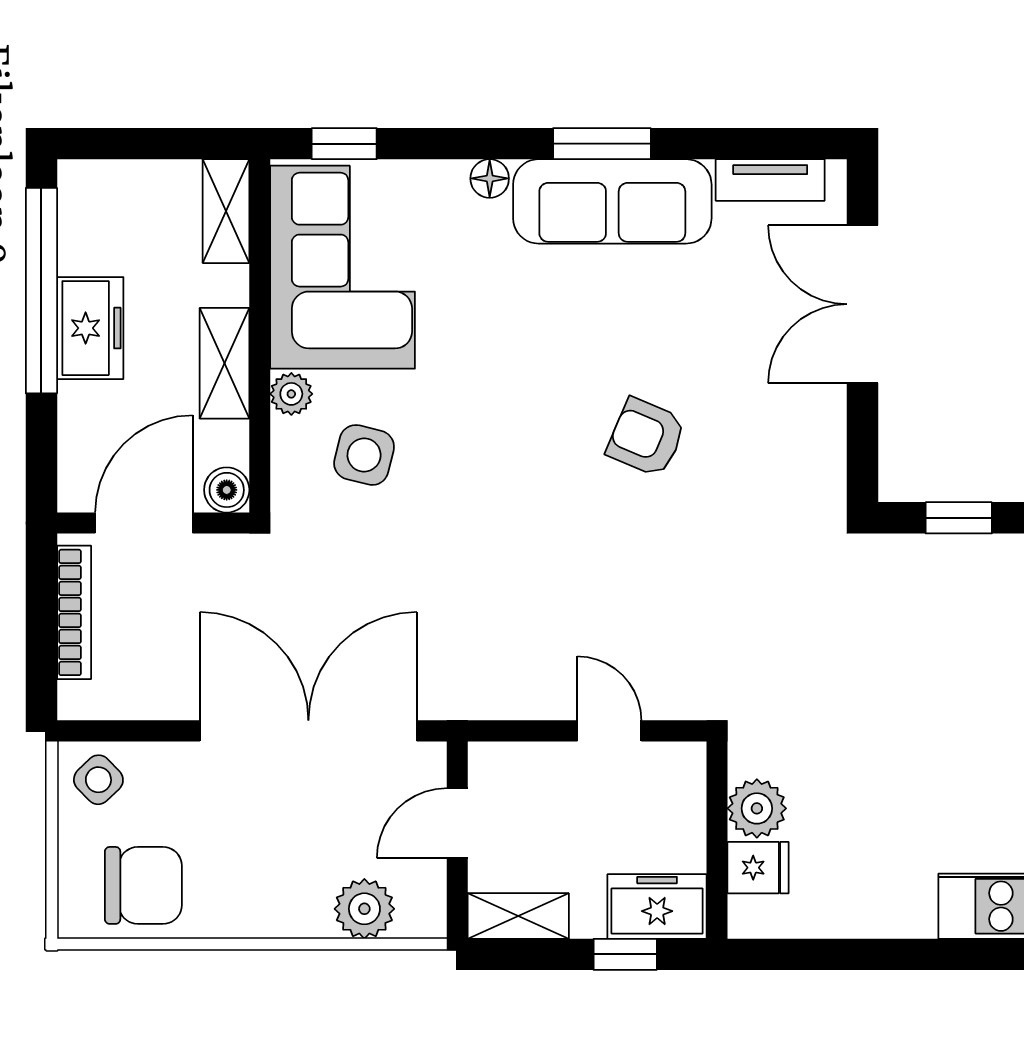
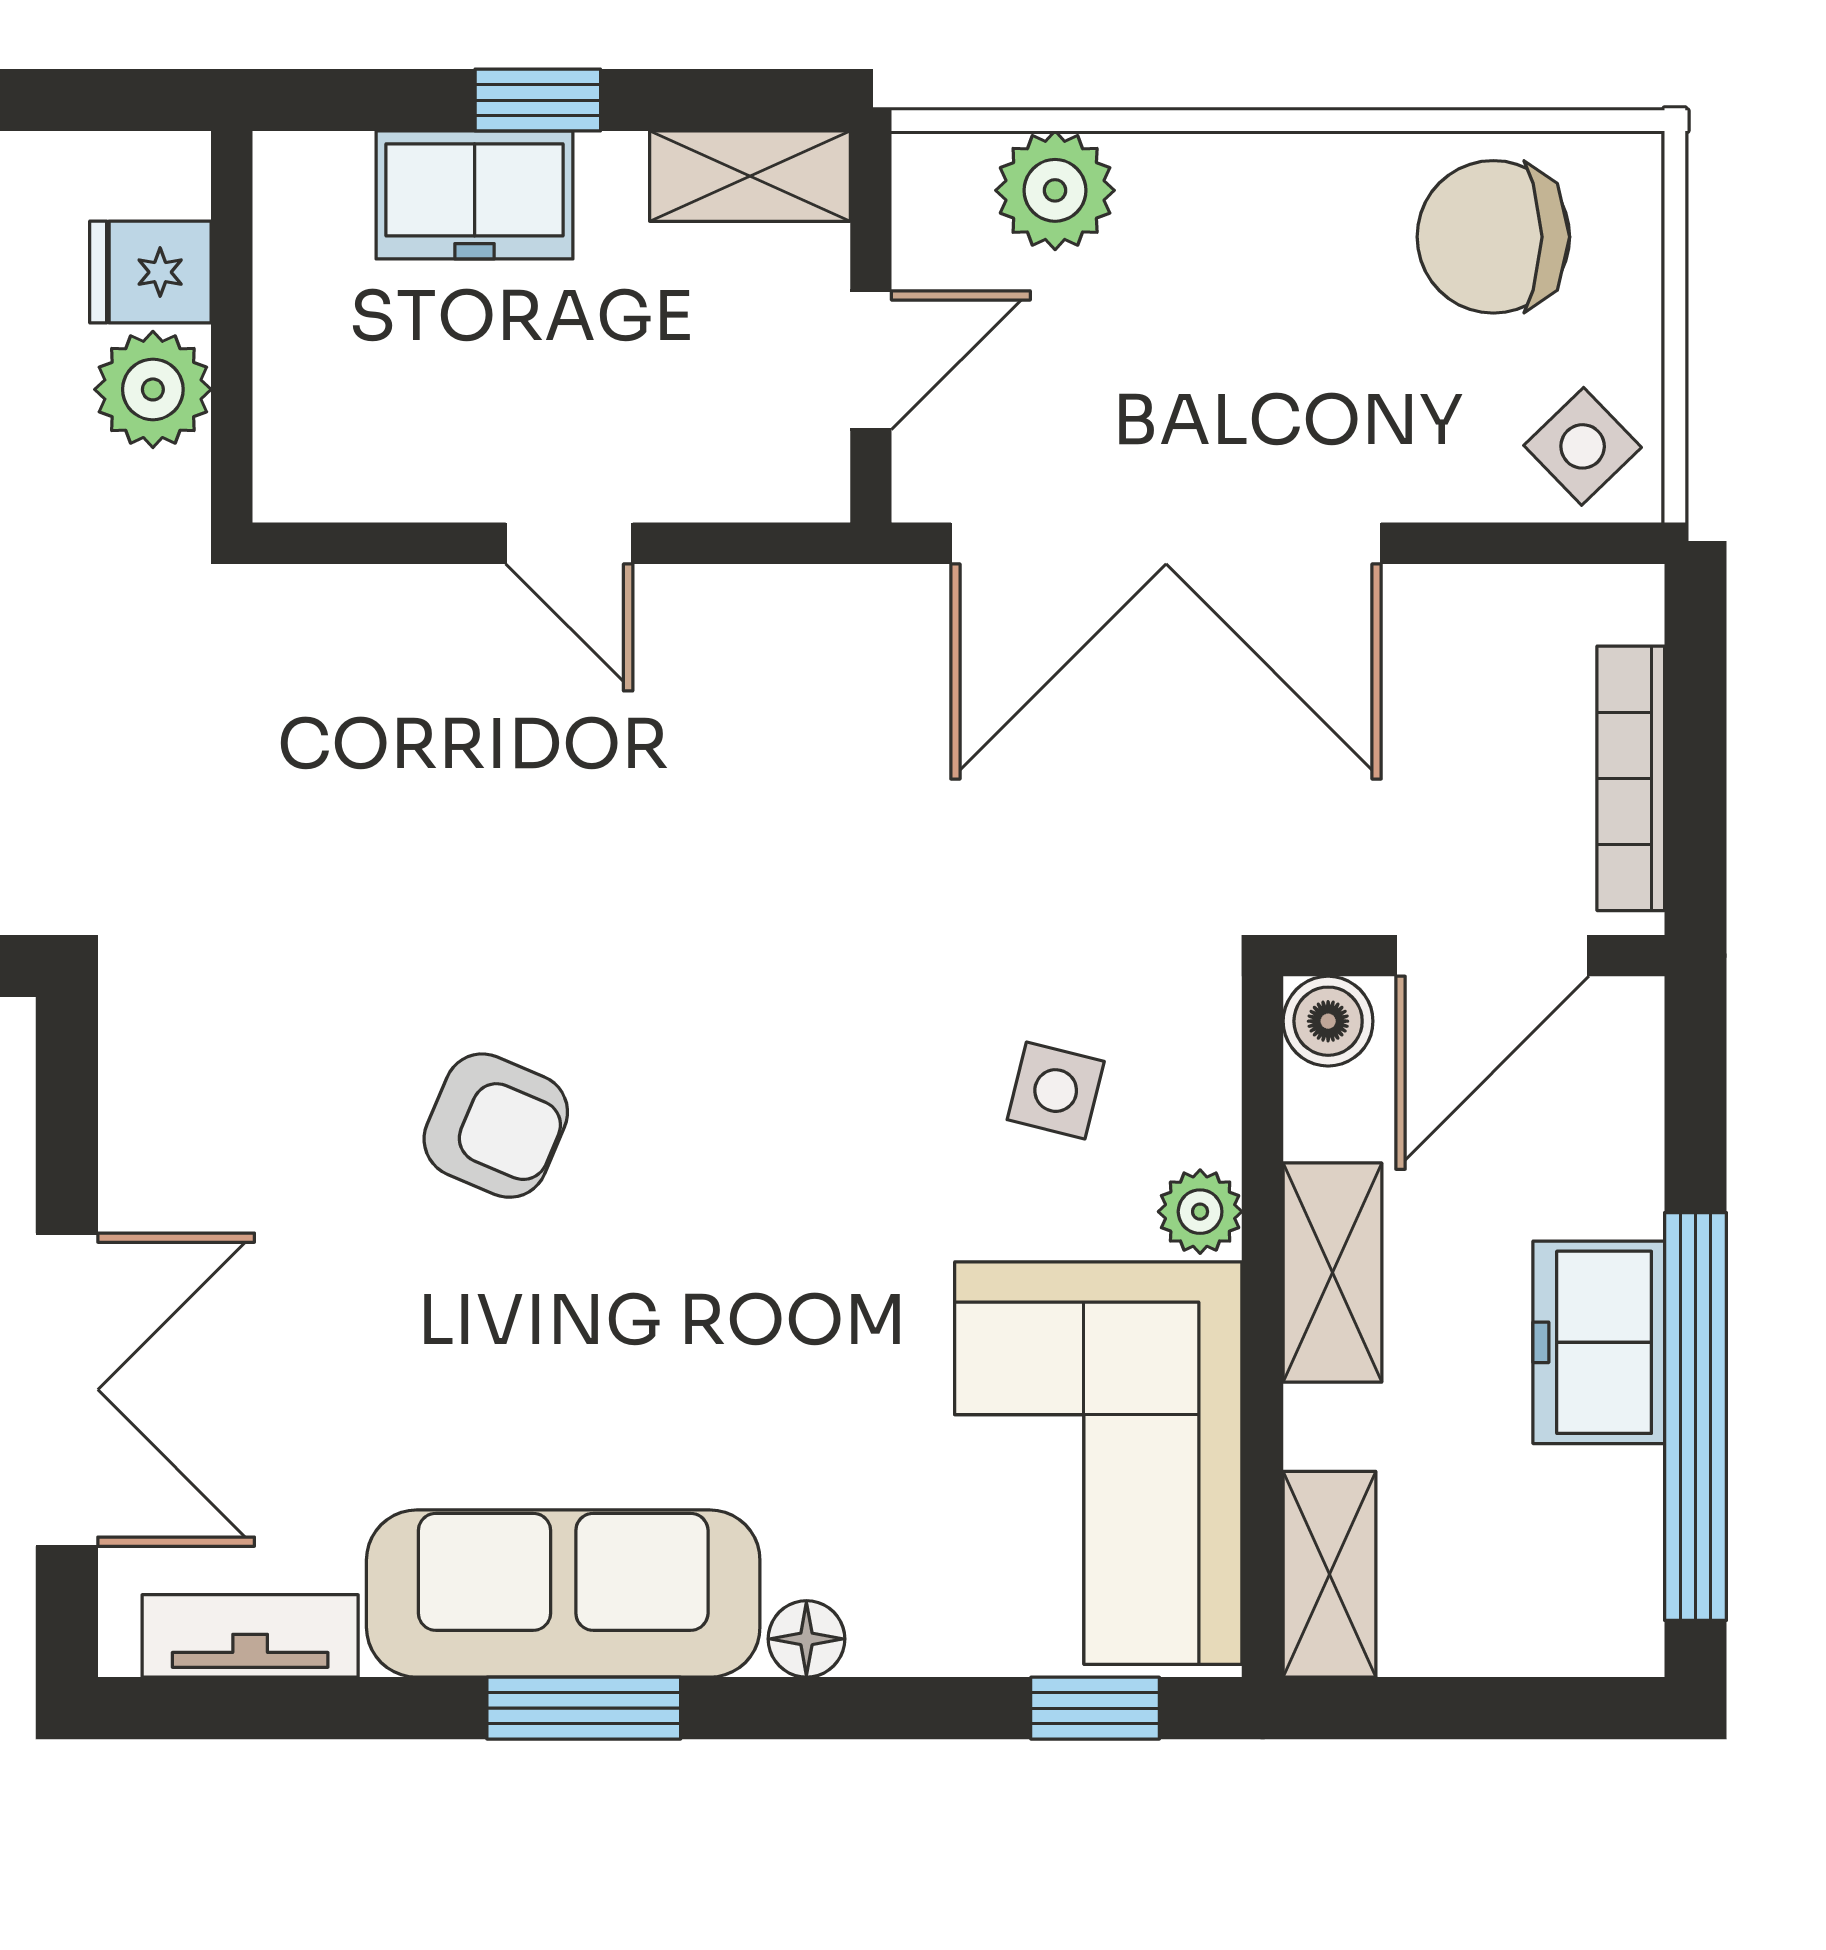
side table: (364, 455) -> (1056, 1091), width x0.73, depth x0.73
plant: (757, 808) -> (153, 389), moved
wall: (717, 840) -> (232, 327), moved
fridge: (758, 868) -> (150, 272), moved

